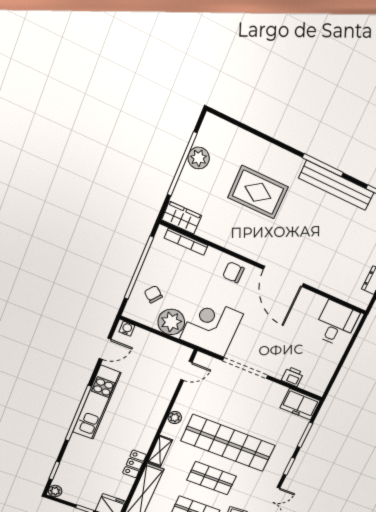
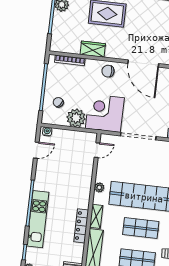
wardrobe: (182, 218) -> (93, 49), moved
kitchen unit: (97, 403) -> (38, 219), moved
locker: (134, 464) -> (81, 226), width x1.53

